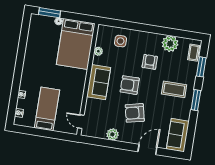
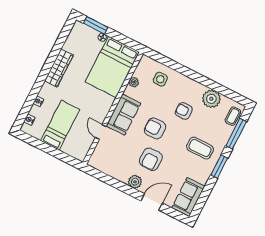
wardrobe: (30, 60) -> (59, 68), added
armchair: (150, 62) -> (184, 111), turned -90
window: (201, 67) -> (236, 134), width x1.44
armchair: (135, 113) -> (151, 159), turned -77
door: (81, 122) -> (101, 132), moved
plant: (112, 134) -> (135, 182), moved

